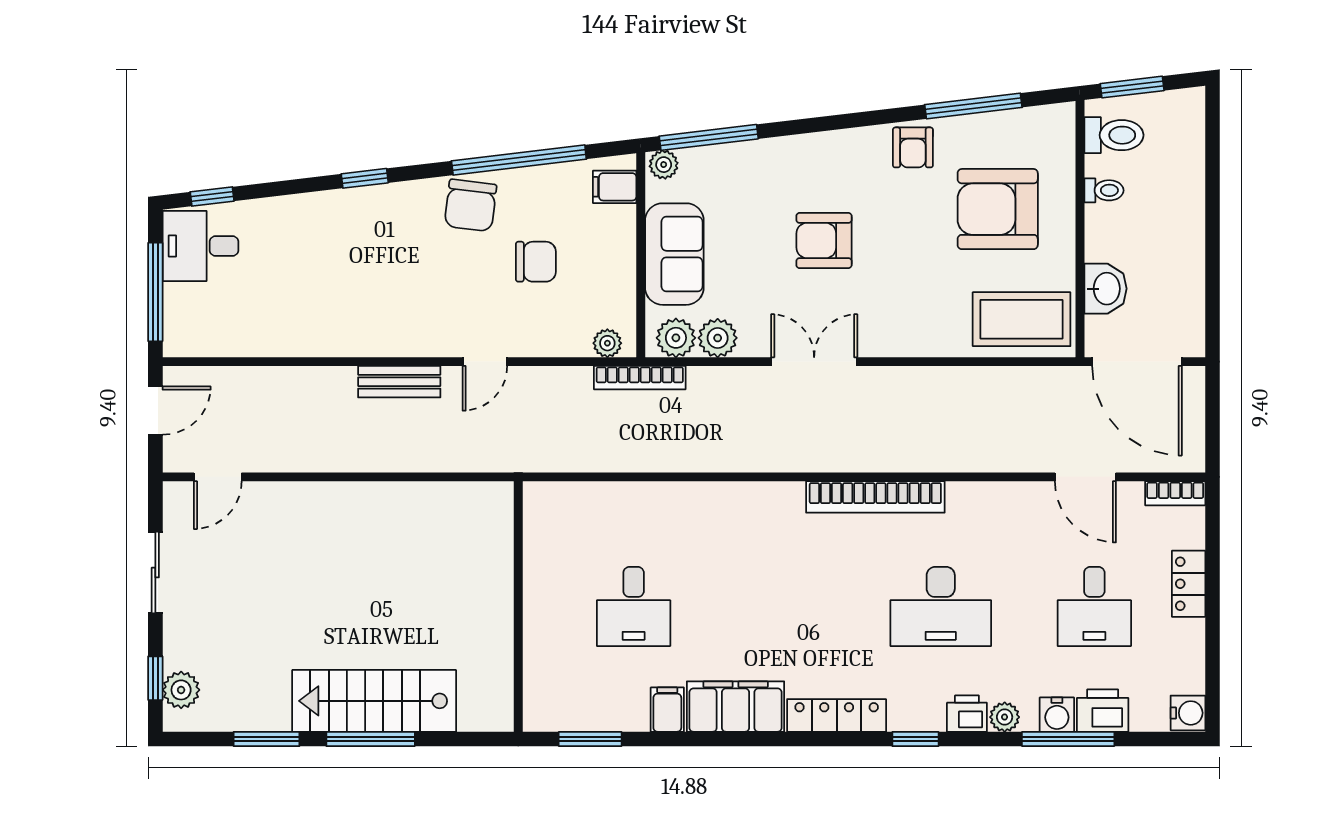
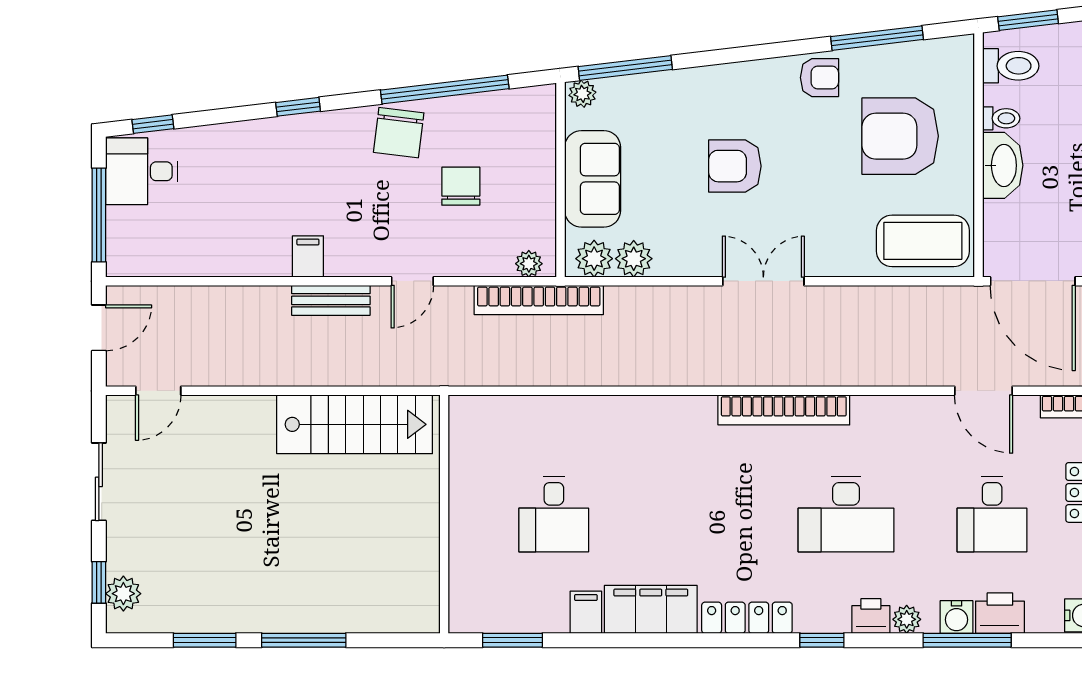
armchair: (913, 147) -> (819, 78), turned -90
filing cabinet: (615, 187) -> (308, 256), moved, turned 90
chair: (536, 262) -> (461, 186), turned -90
washbasin: (1105, 289) -> (1003, 165), moved, width x1.38
double door: (814, 362) -> (763, 281), moved
bookcase: (640, 378) -> (539, 300), width x1.48, depth x1.31
stairs: (374, 701) -> (355, 424), moved, turned 180

